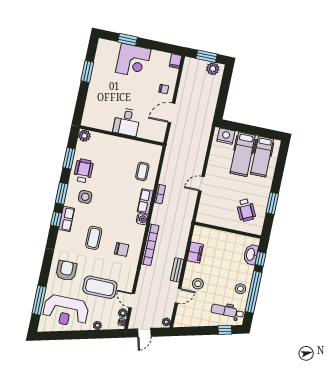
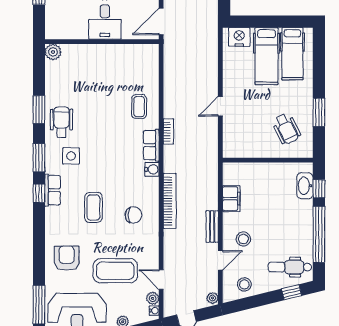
desk: (127, 122) -> (105, 22), moved
plant: (84, 136) -> (53, 52), moved
wall: (122, 136) -> (102, 42), moved
stool: (240, 289) -> (244, 284), moved

